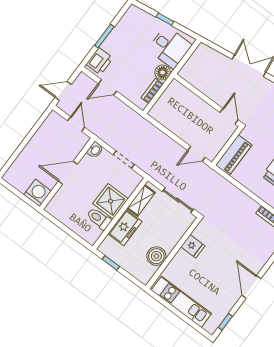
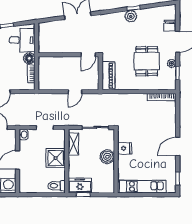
door: (229, 116) -> (88, 55), swing flipped
door: (196, 154) -> (75, 92), moved
toilet: (99, 219) -> (56, 186), moved
freezer: (125, 228) -> (80, 186), moved, turned -90
boiler: (156, 256) -> (107, 157), moved
door: (251, 287) -> (178, 146), hinge flipped

